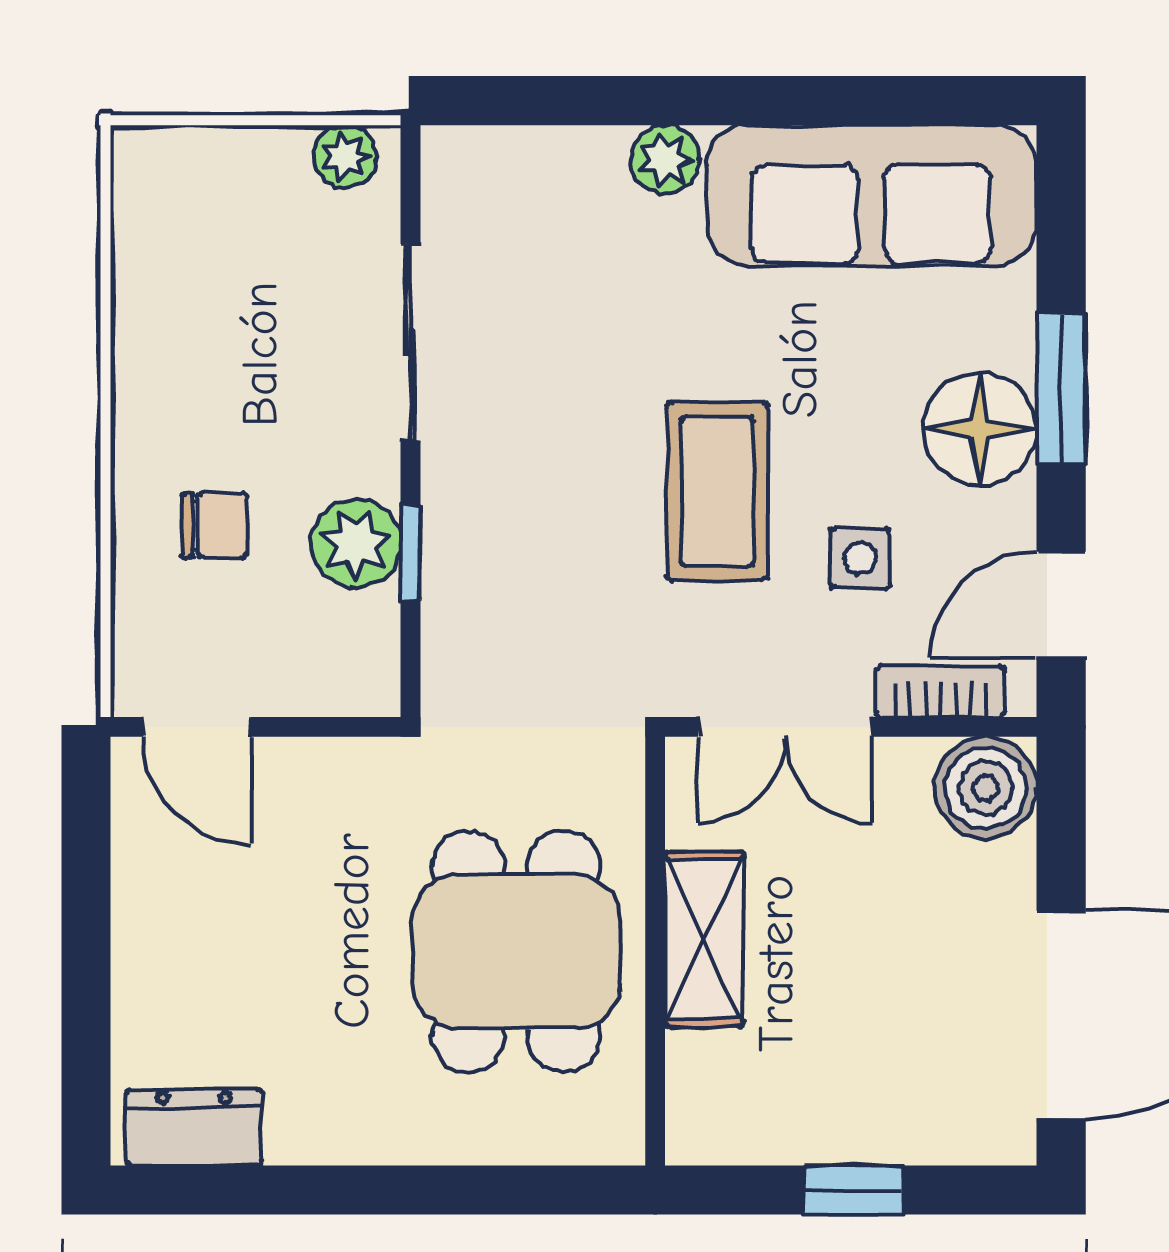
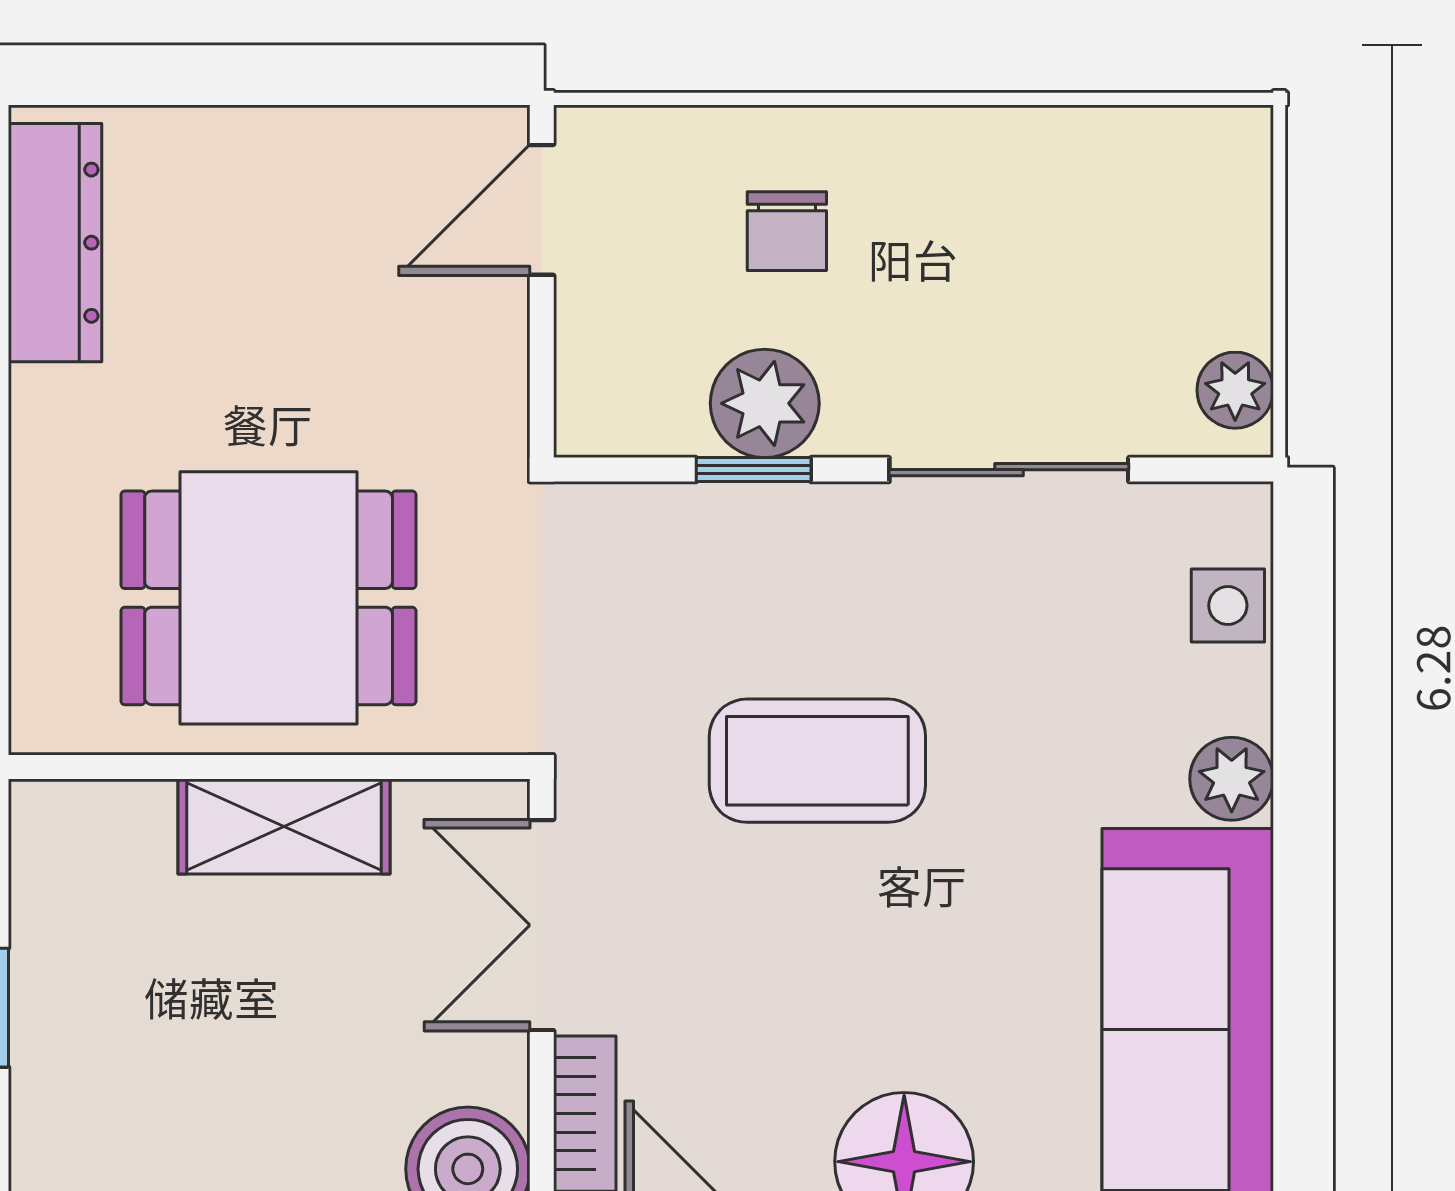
coffee table: (718, 491) -> (817, 761), moved
side table: (860, 558) -> (1228, 606), moved
dresser: (194, 1127) -> (55, 243), width x1.44

